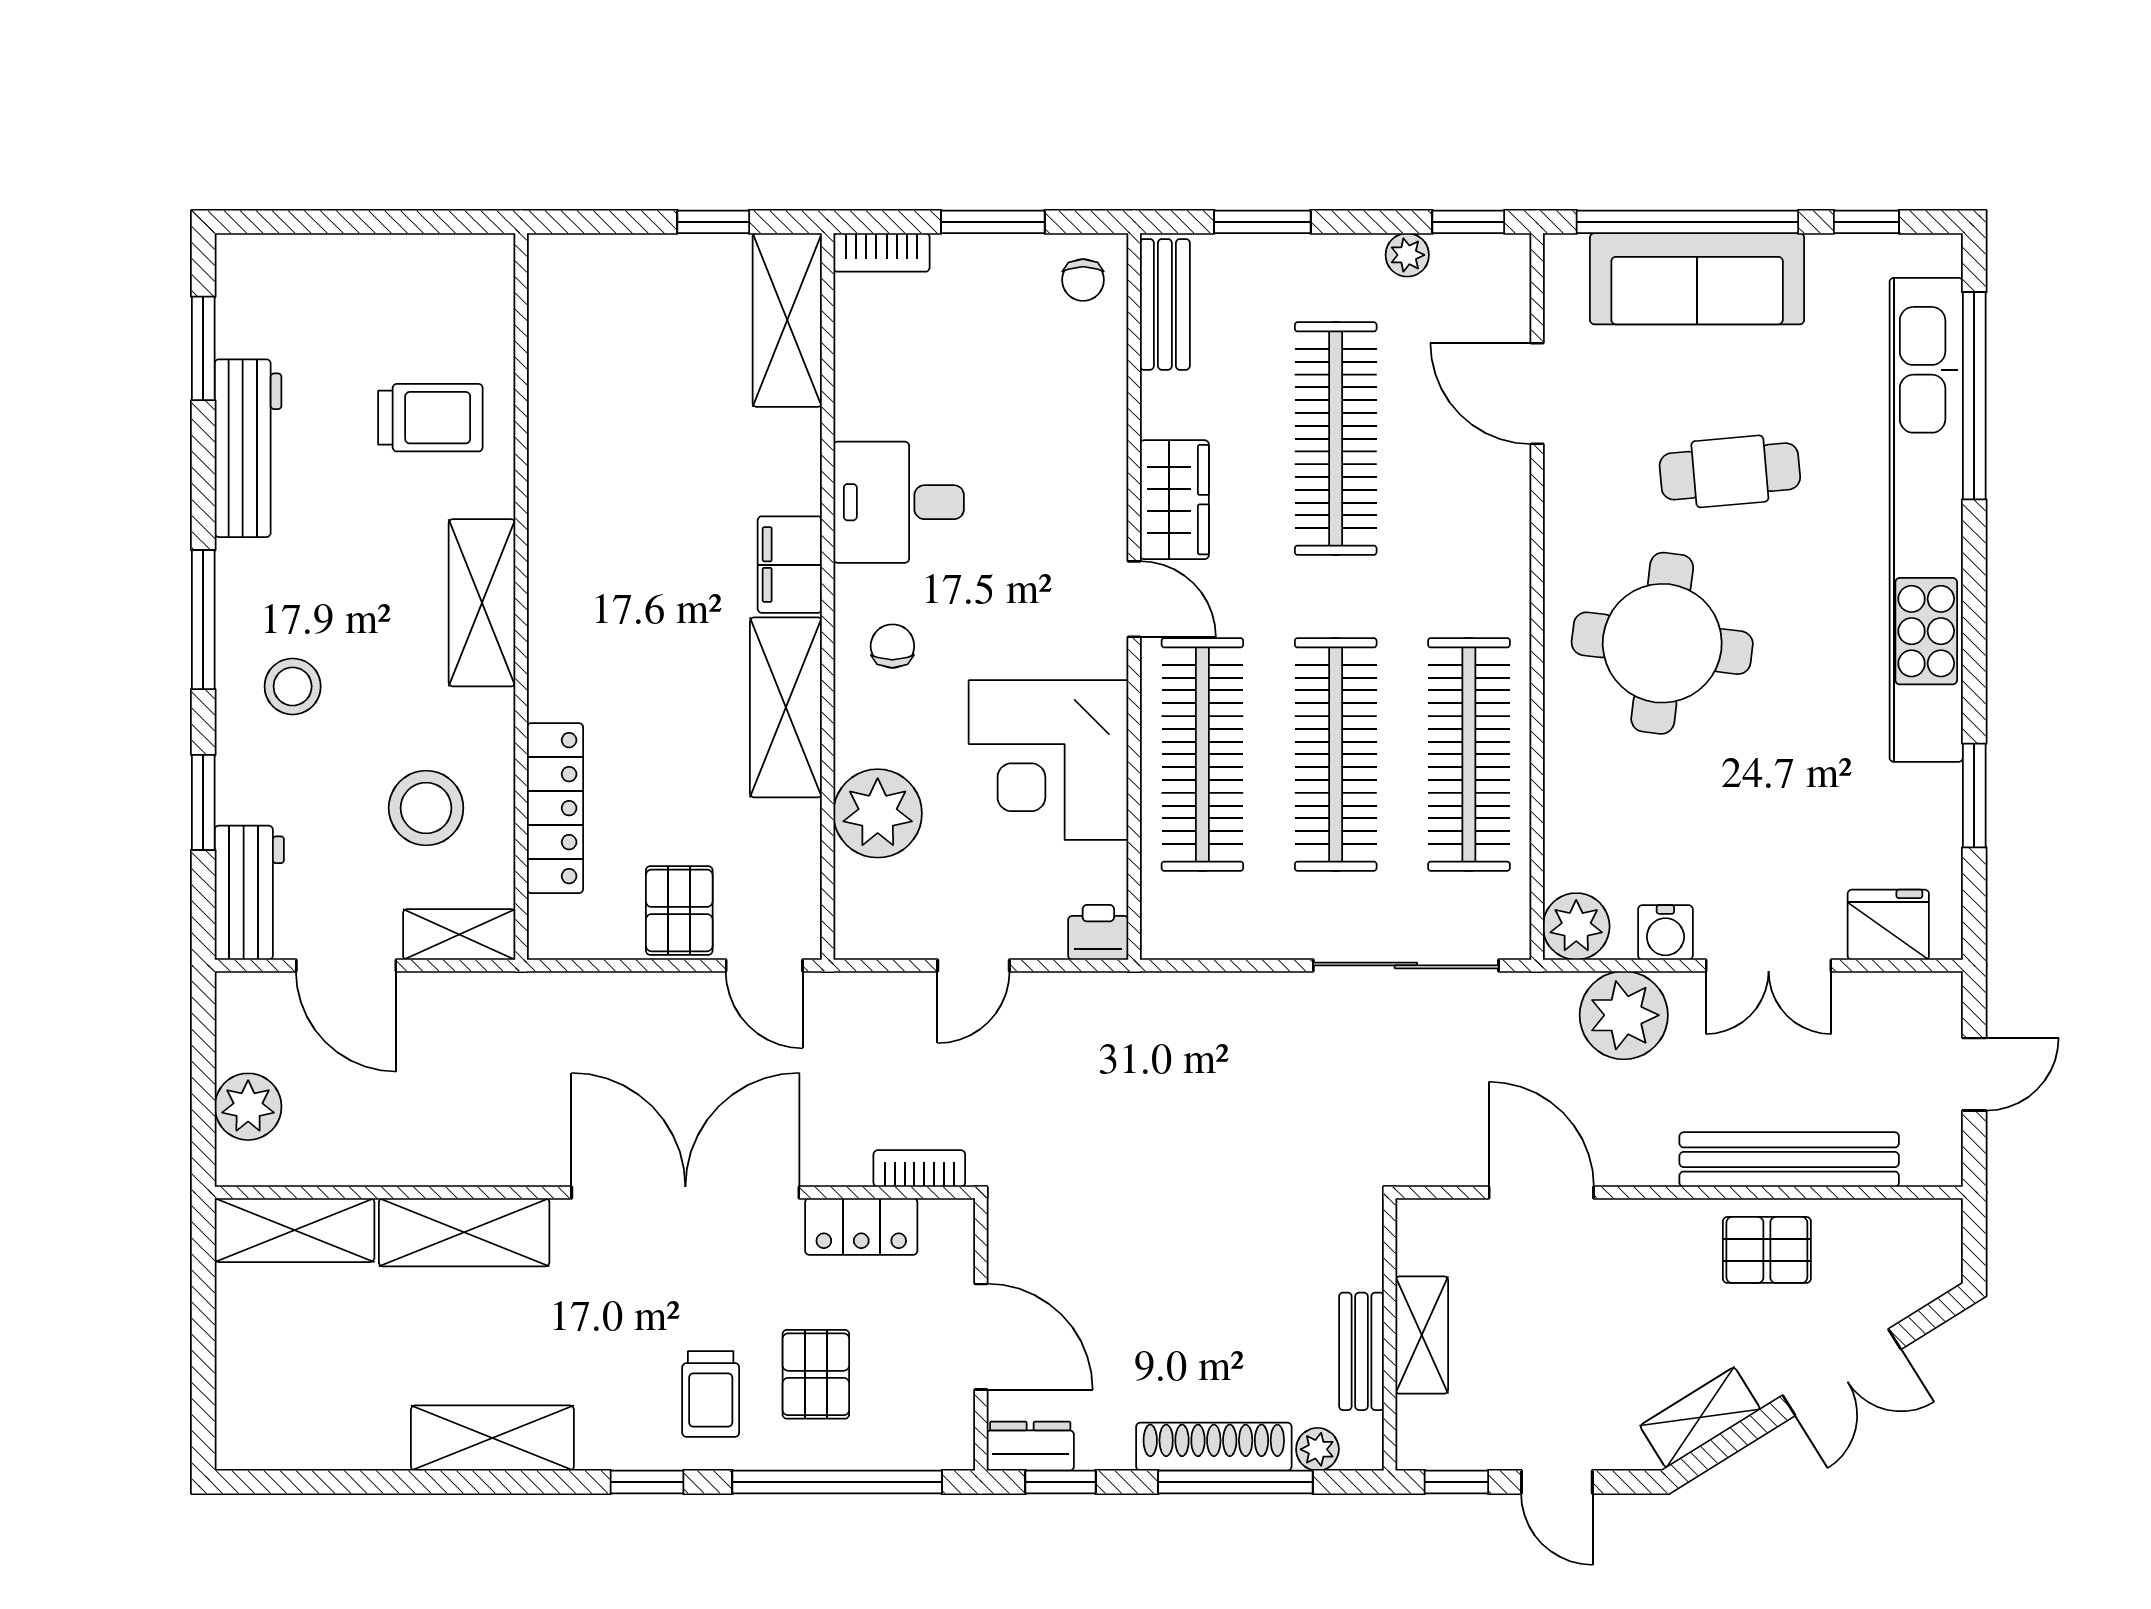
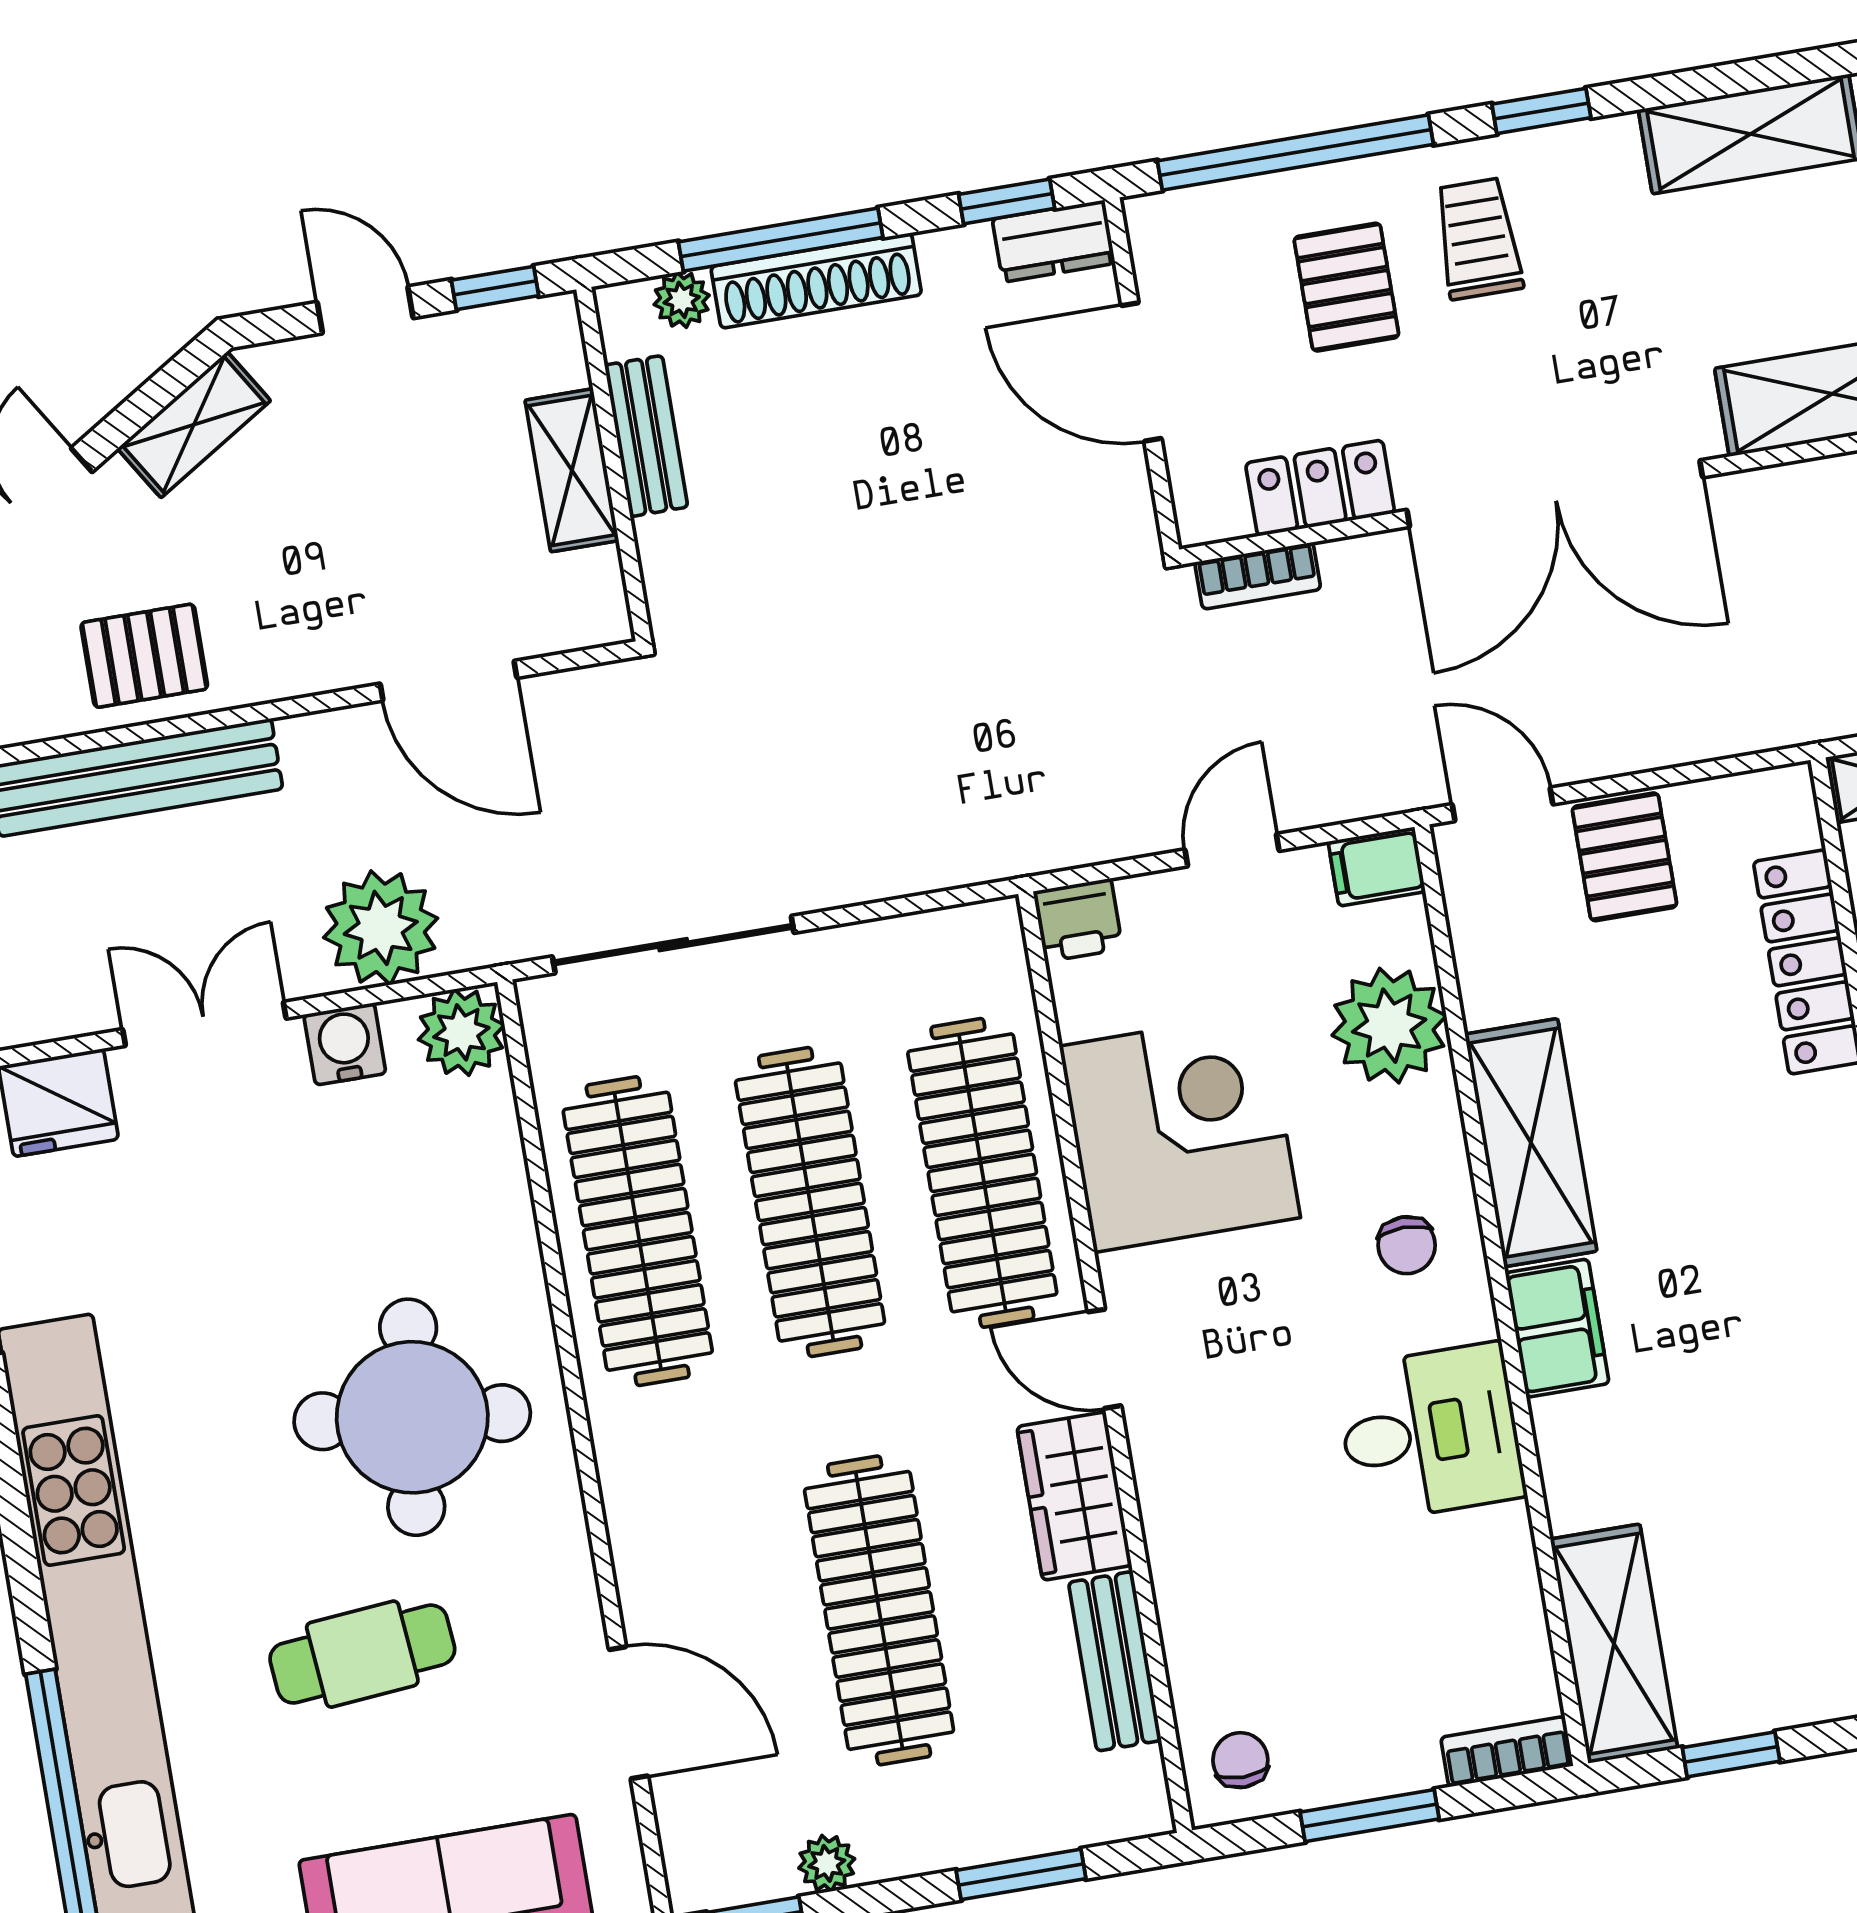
bench: (1165, 304) -> (1115, 1661), moved
filing cabinet: (867, 935) -> (1377, 867), added

